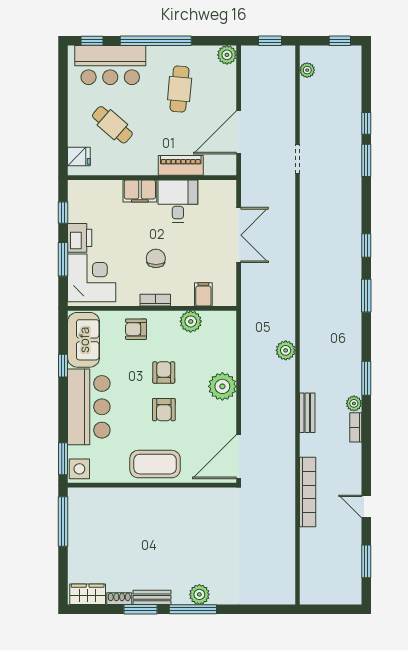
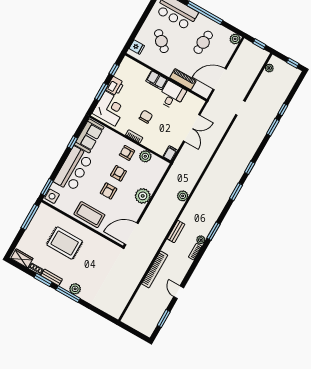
filing cabinet: (203, 294) -> (170, 153), moved
armchair: (136, 329) -> (127, 153), moved
rug: (141, 531) -> (65, 243), added

